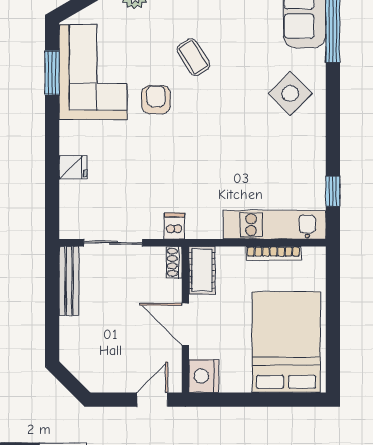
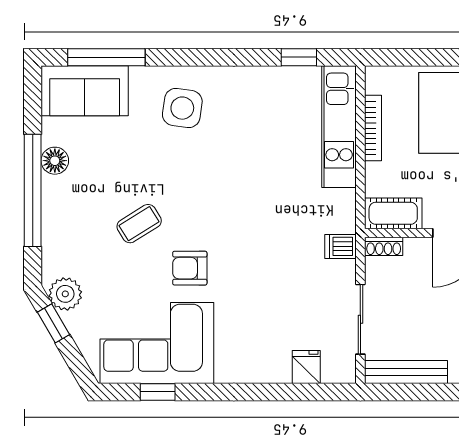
window: (52, 73) -> (158, 392), width x0.67
side table: (290, 93) -> (182, 108), turned -37
fridge: (73, 167) -> (306, 367), moved

